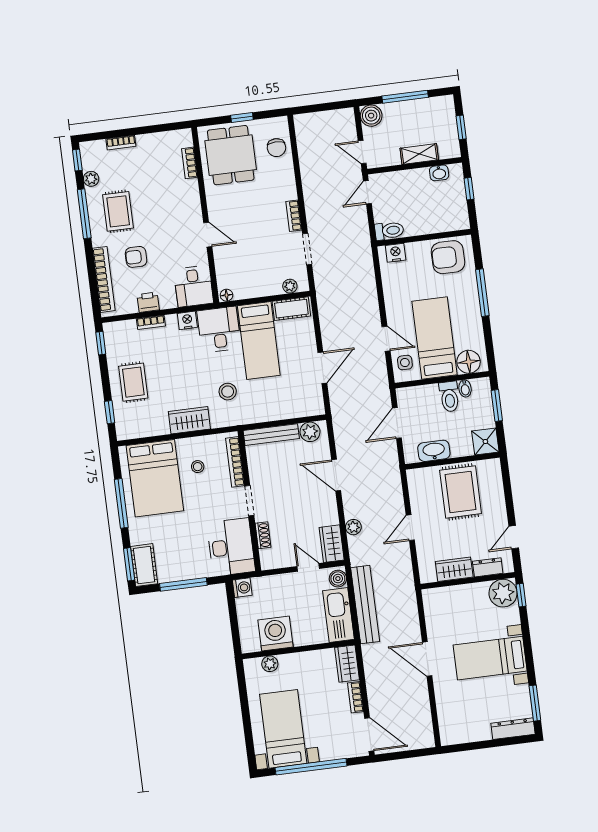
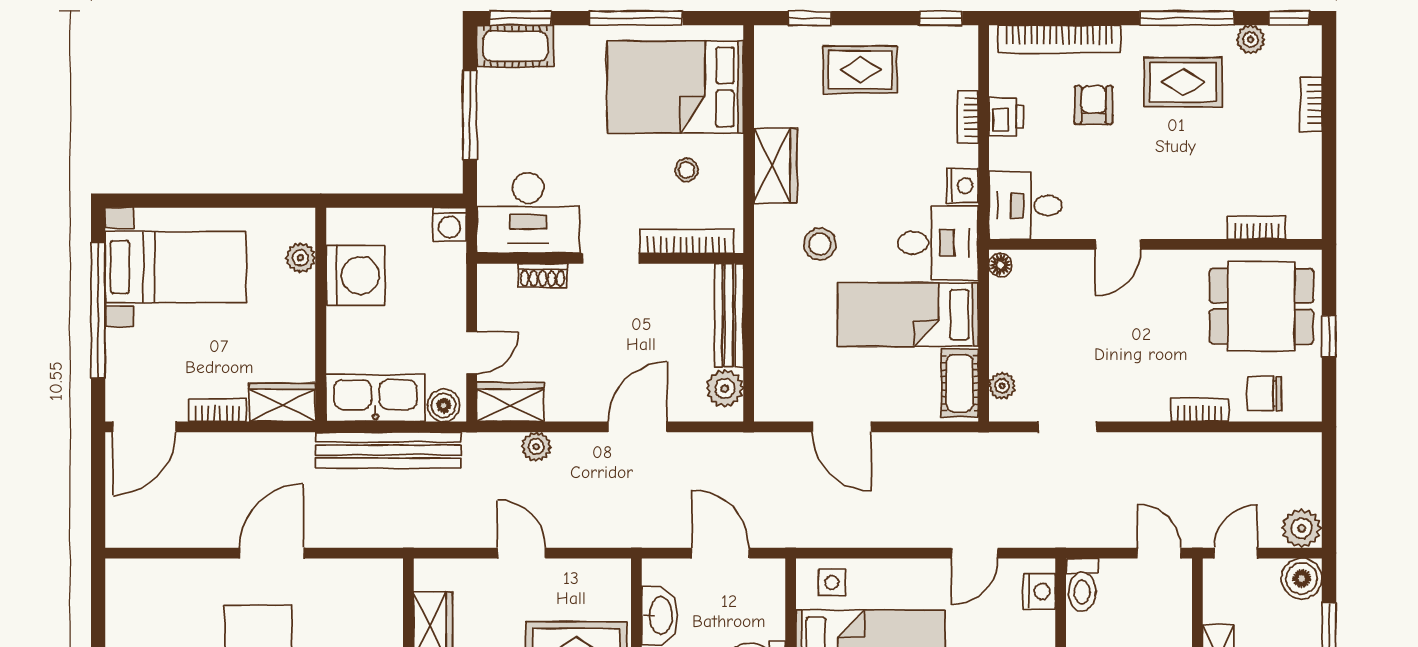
plant: (345, 119) -> (1302, 528), added
bookcase: (294, 216) -> (1200, 410), moved
door: (386, 339) -> (975, 553), moved

